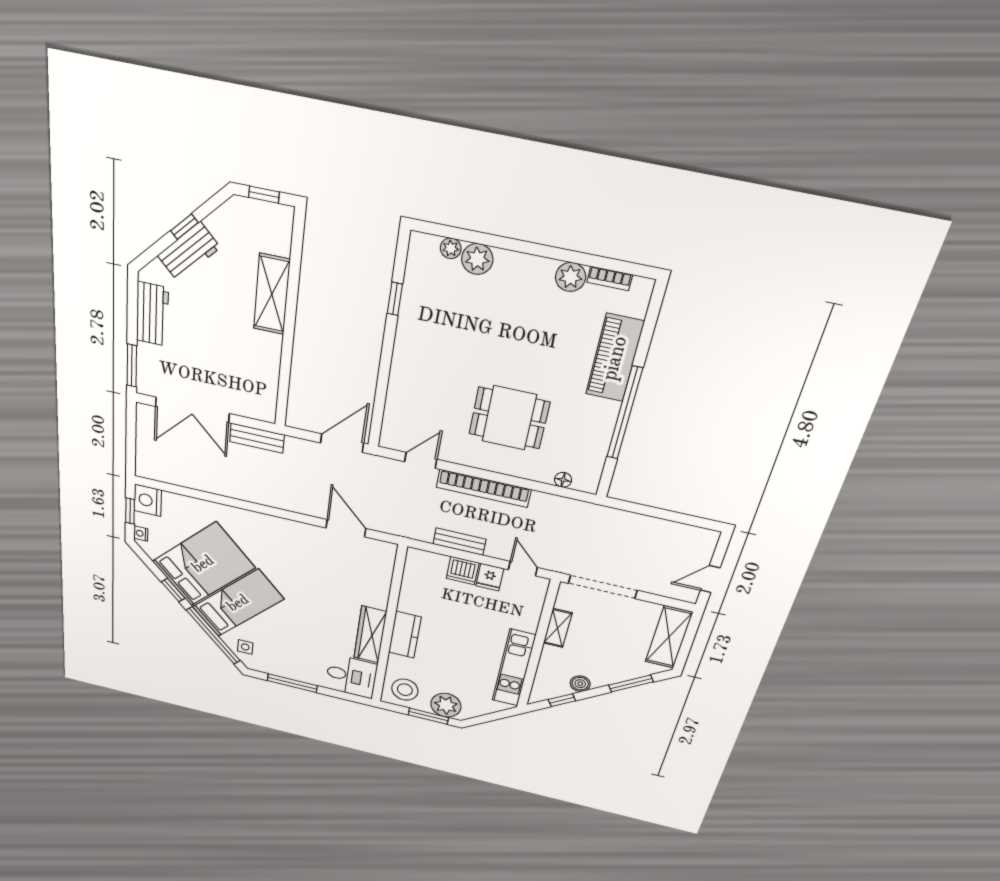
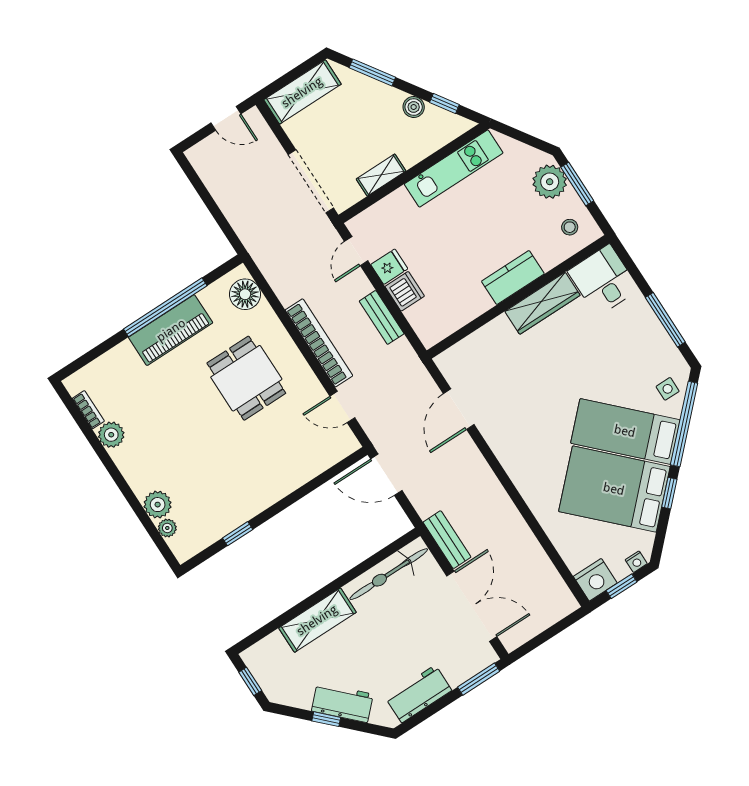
piano: (615, 358) -> (171, 330), moved
bicycle: (265, 377) -> (389, 574), added
floor lamp: (563, 480) -> (245, 294), width x1.89, depth x1.89
stool: (405, 690) -> (570, 227), width x0.53, depth x0.53

